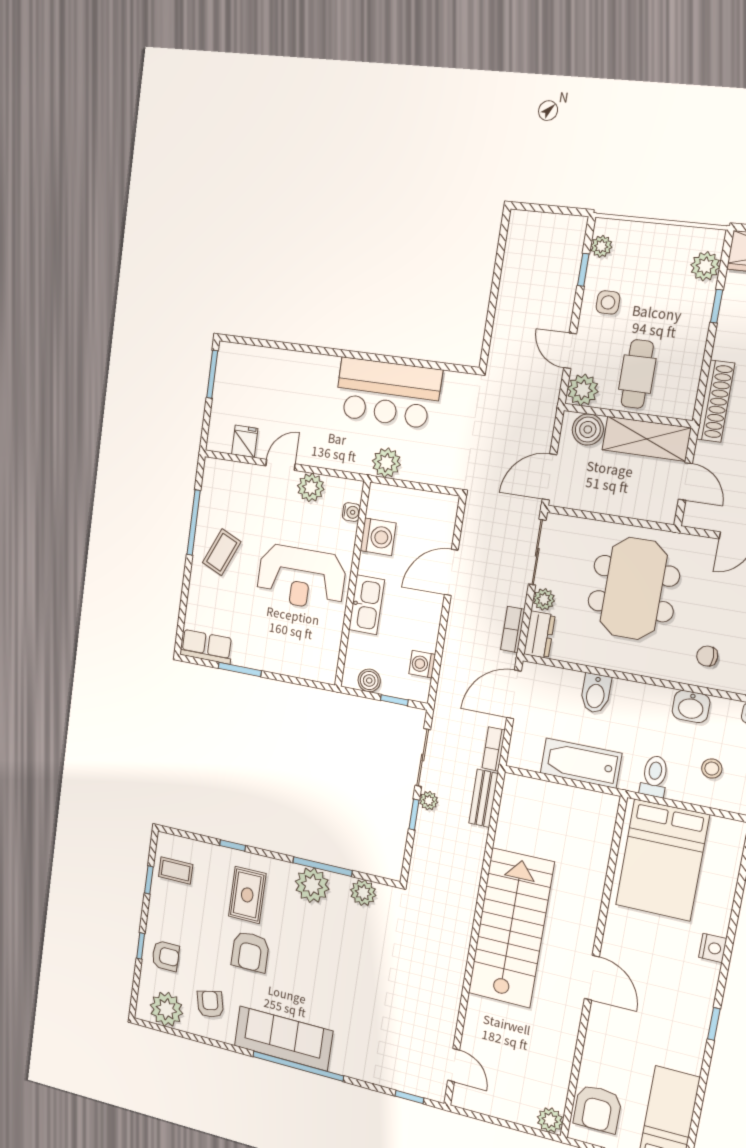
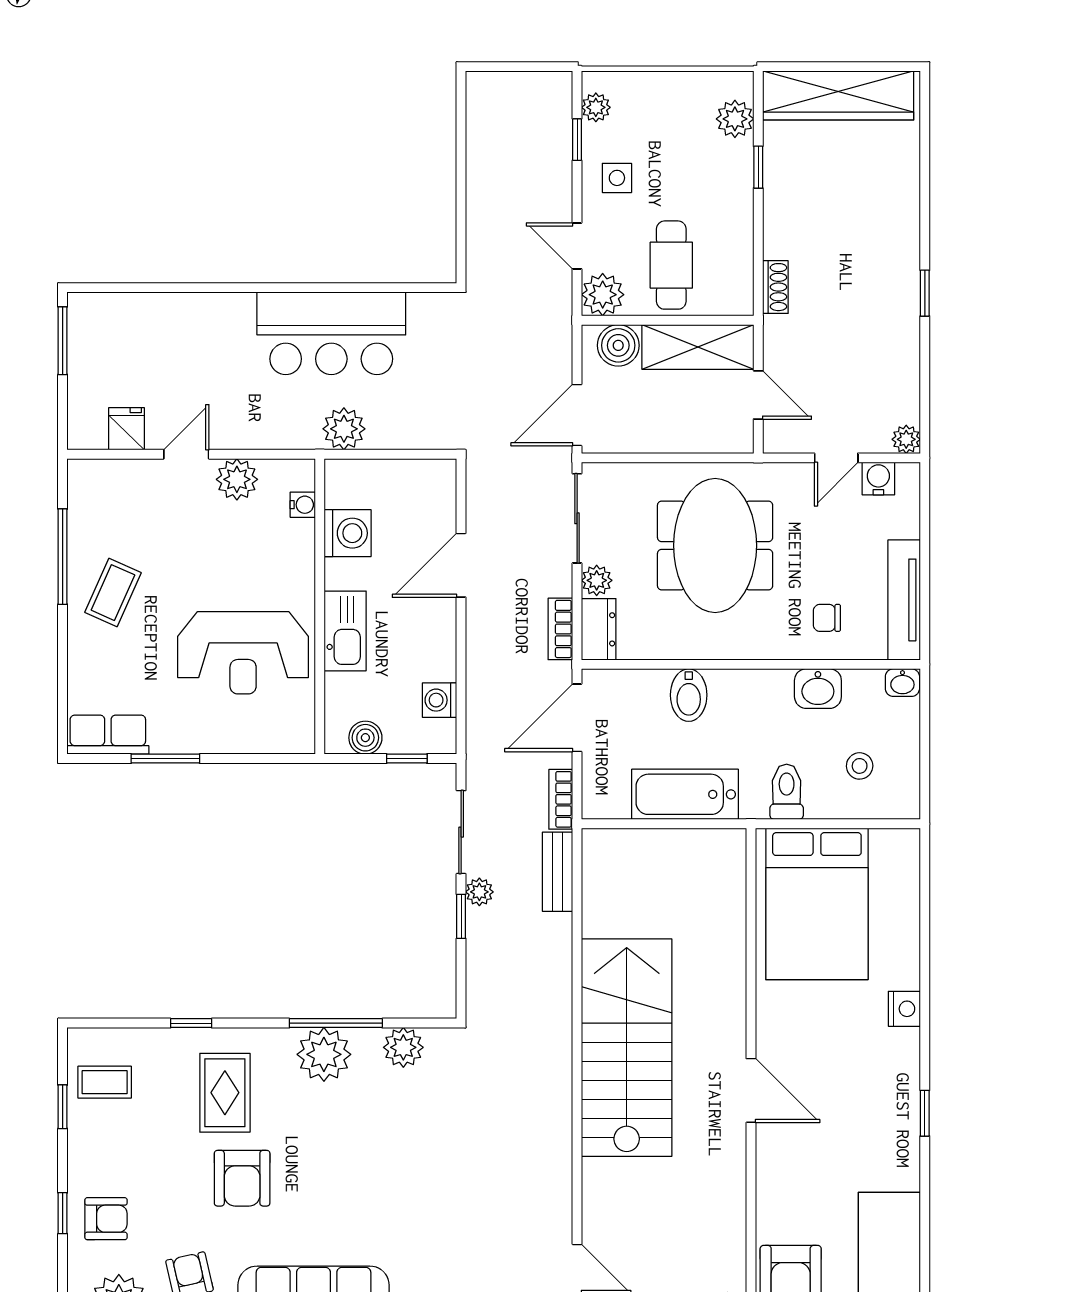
shoe rack: (715, 401) -> (775, 287), width x0.51, depth x0.81
reception desk: (301, 577) -> (243, 653), moved

